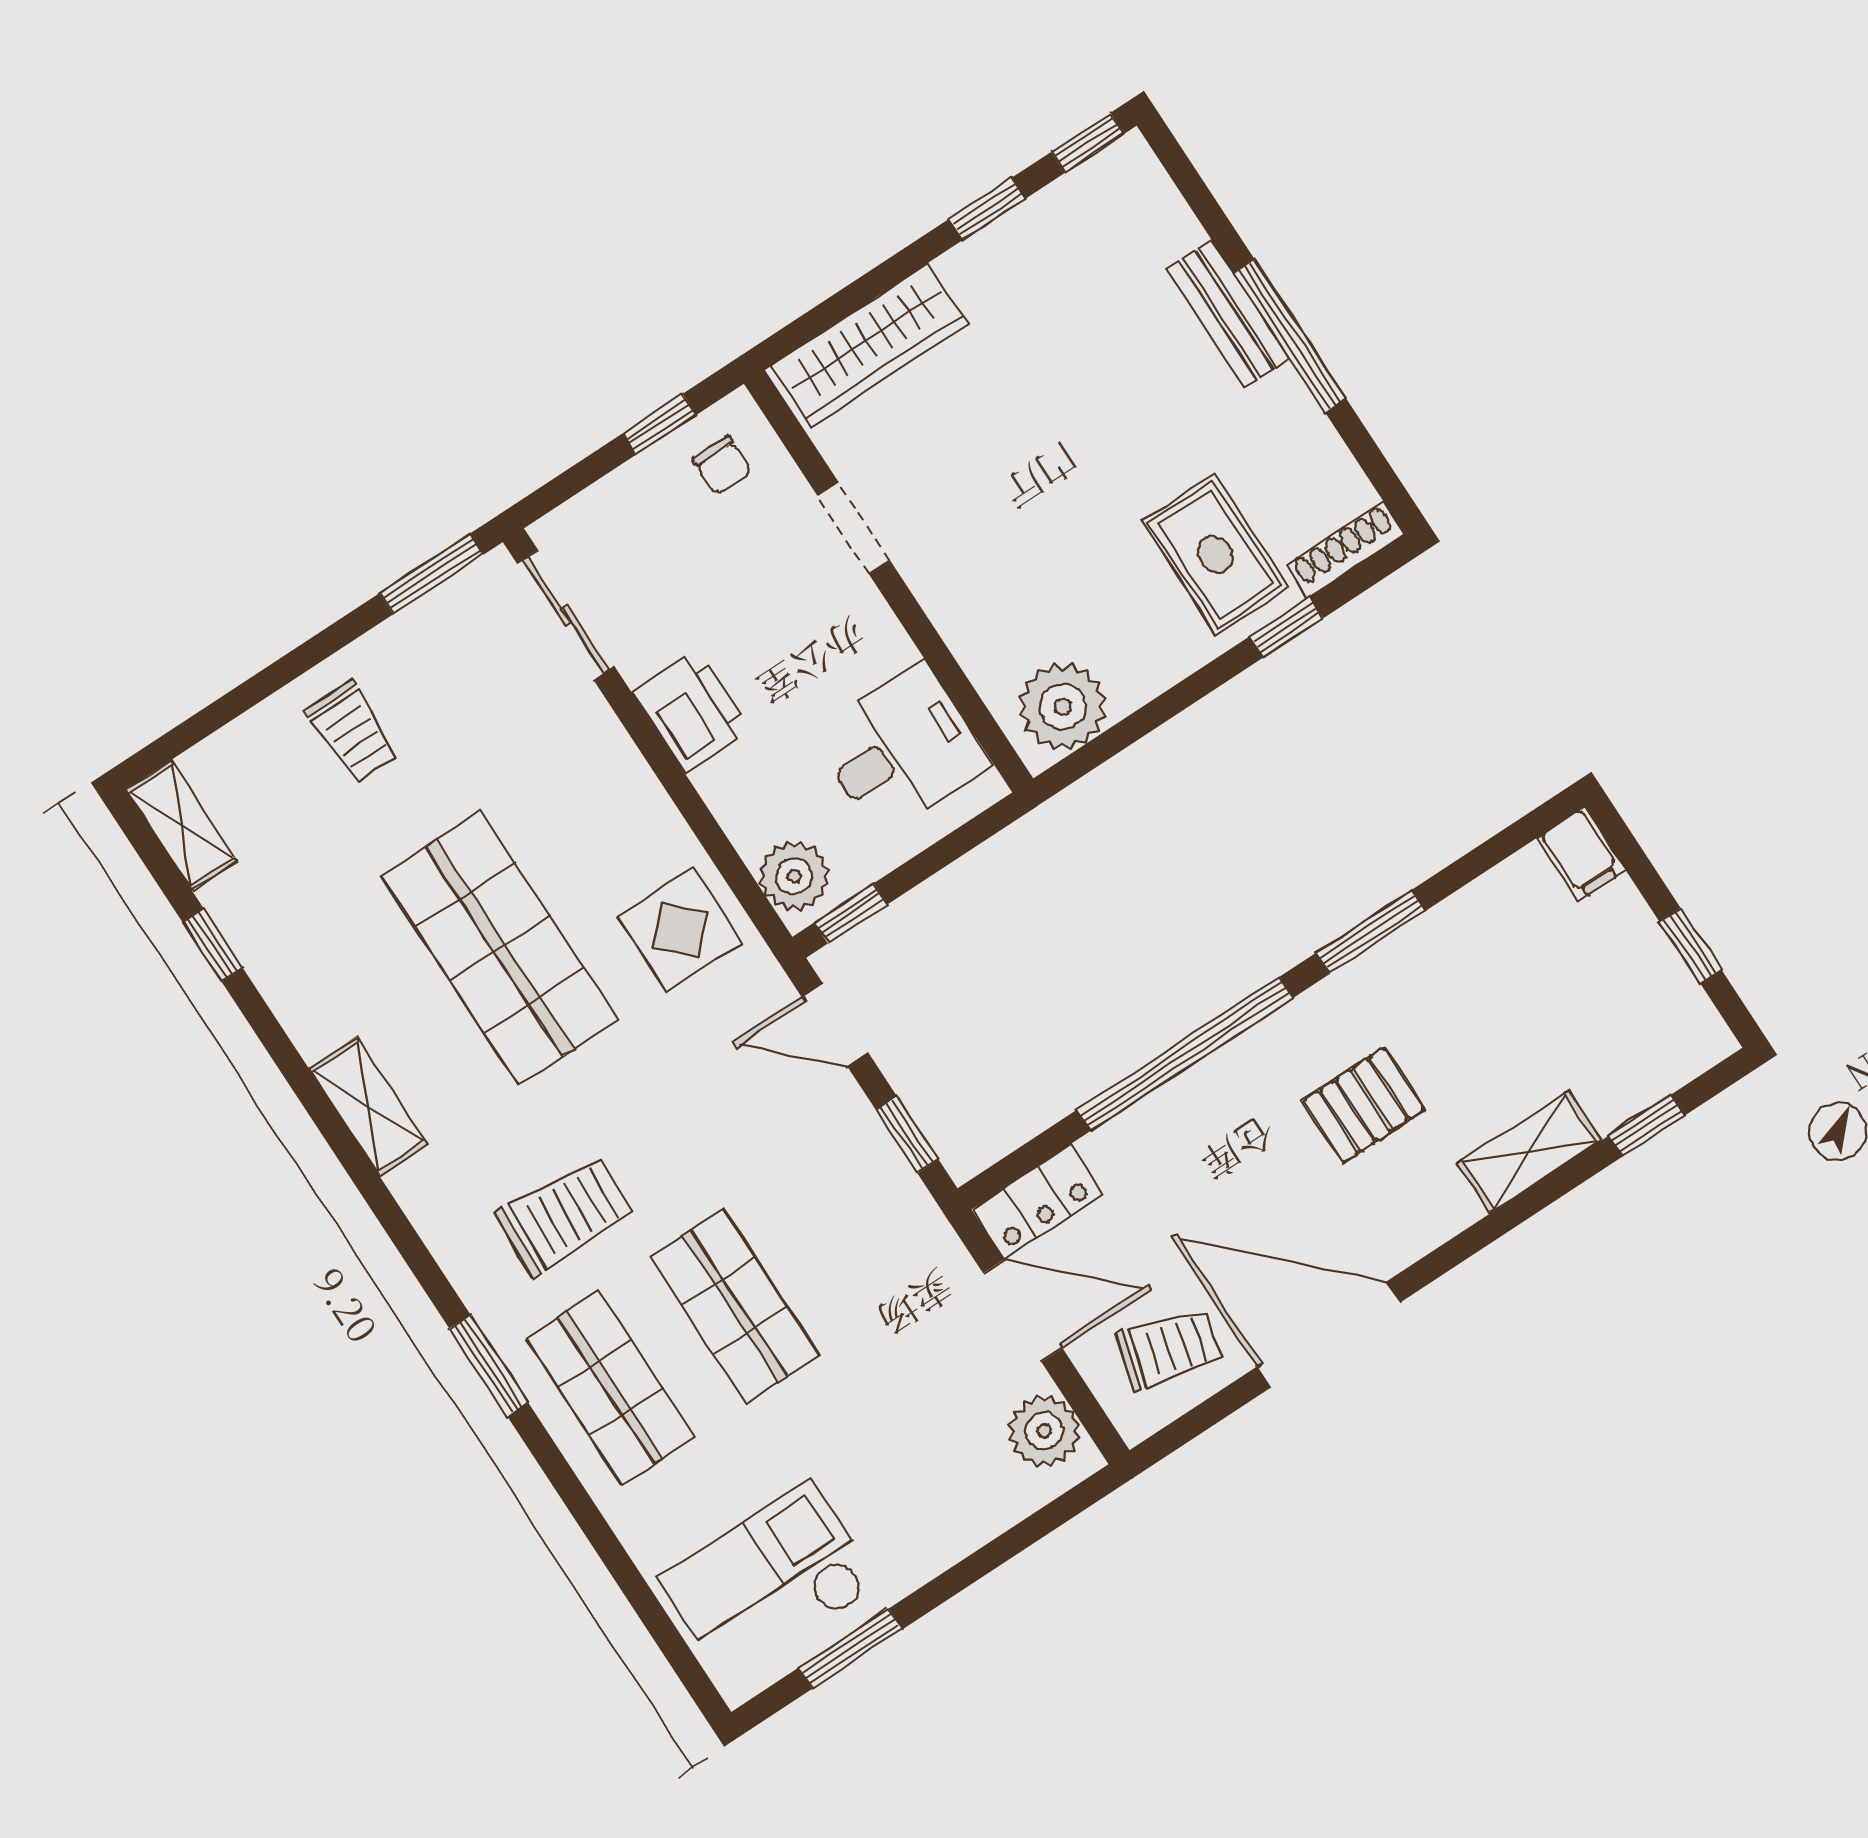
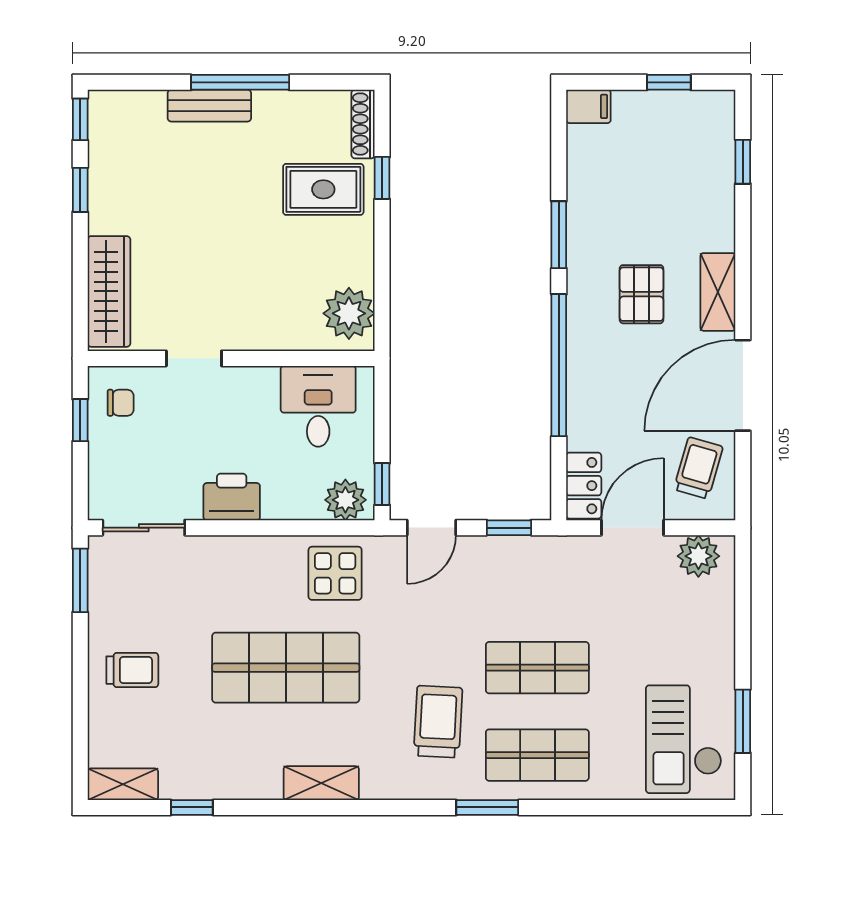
shelving: (1530, 1152) -> (718, 292), moved

